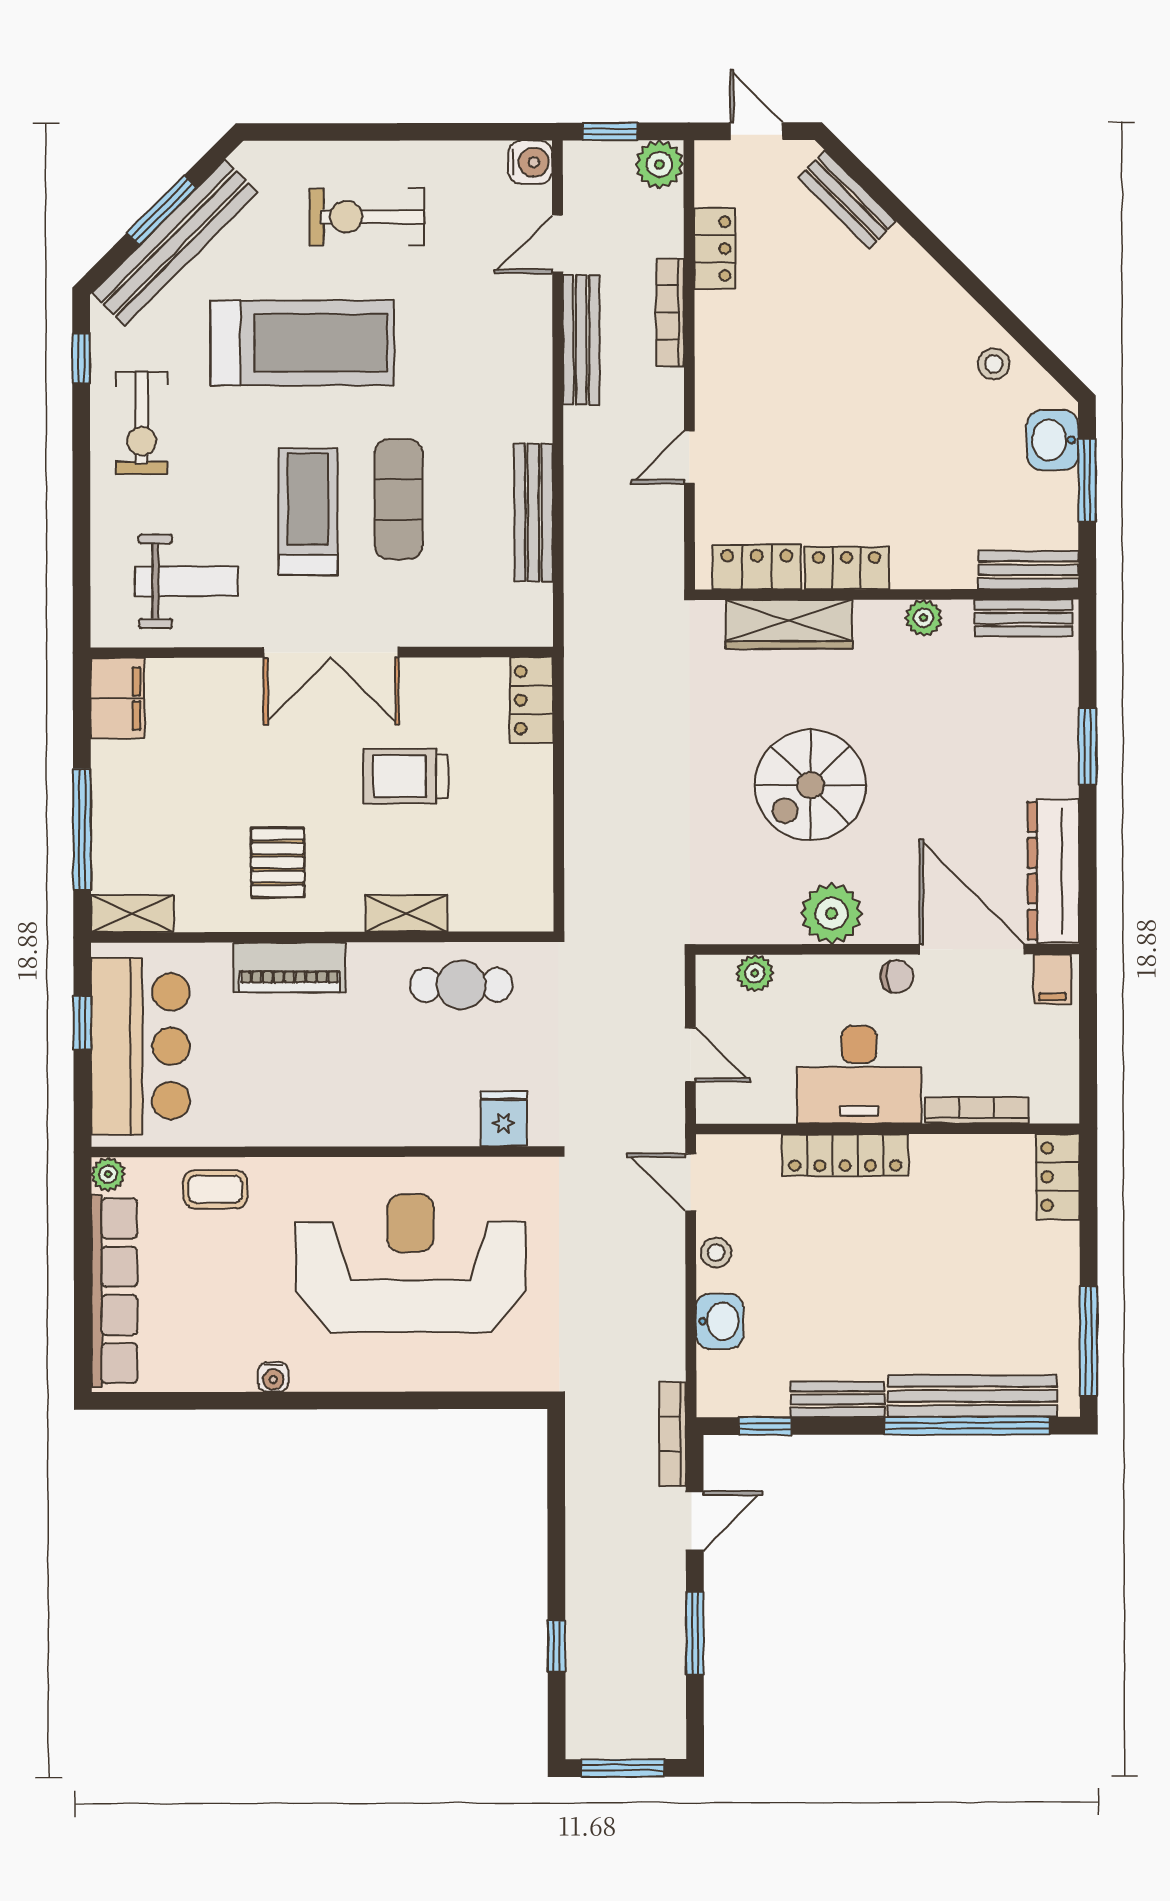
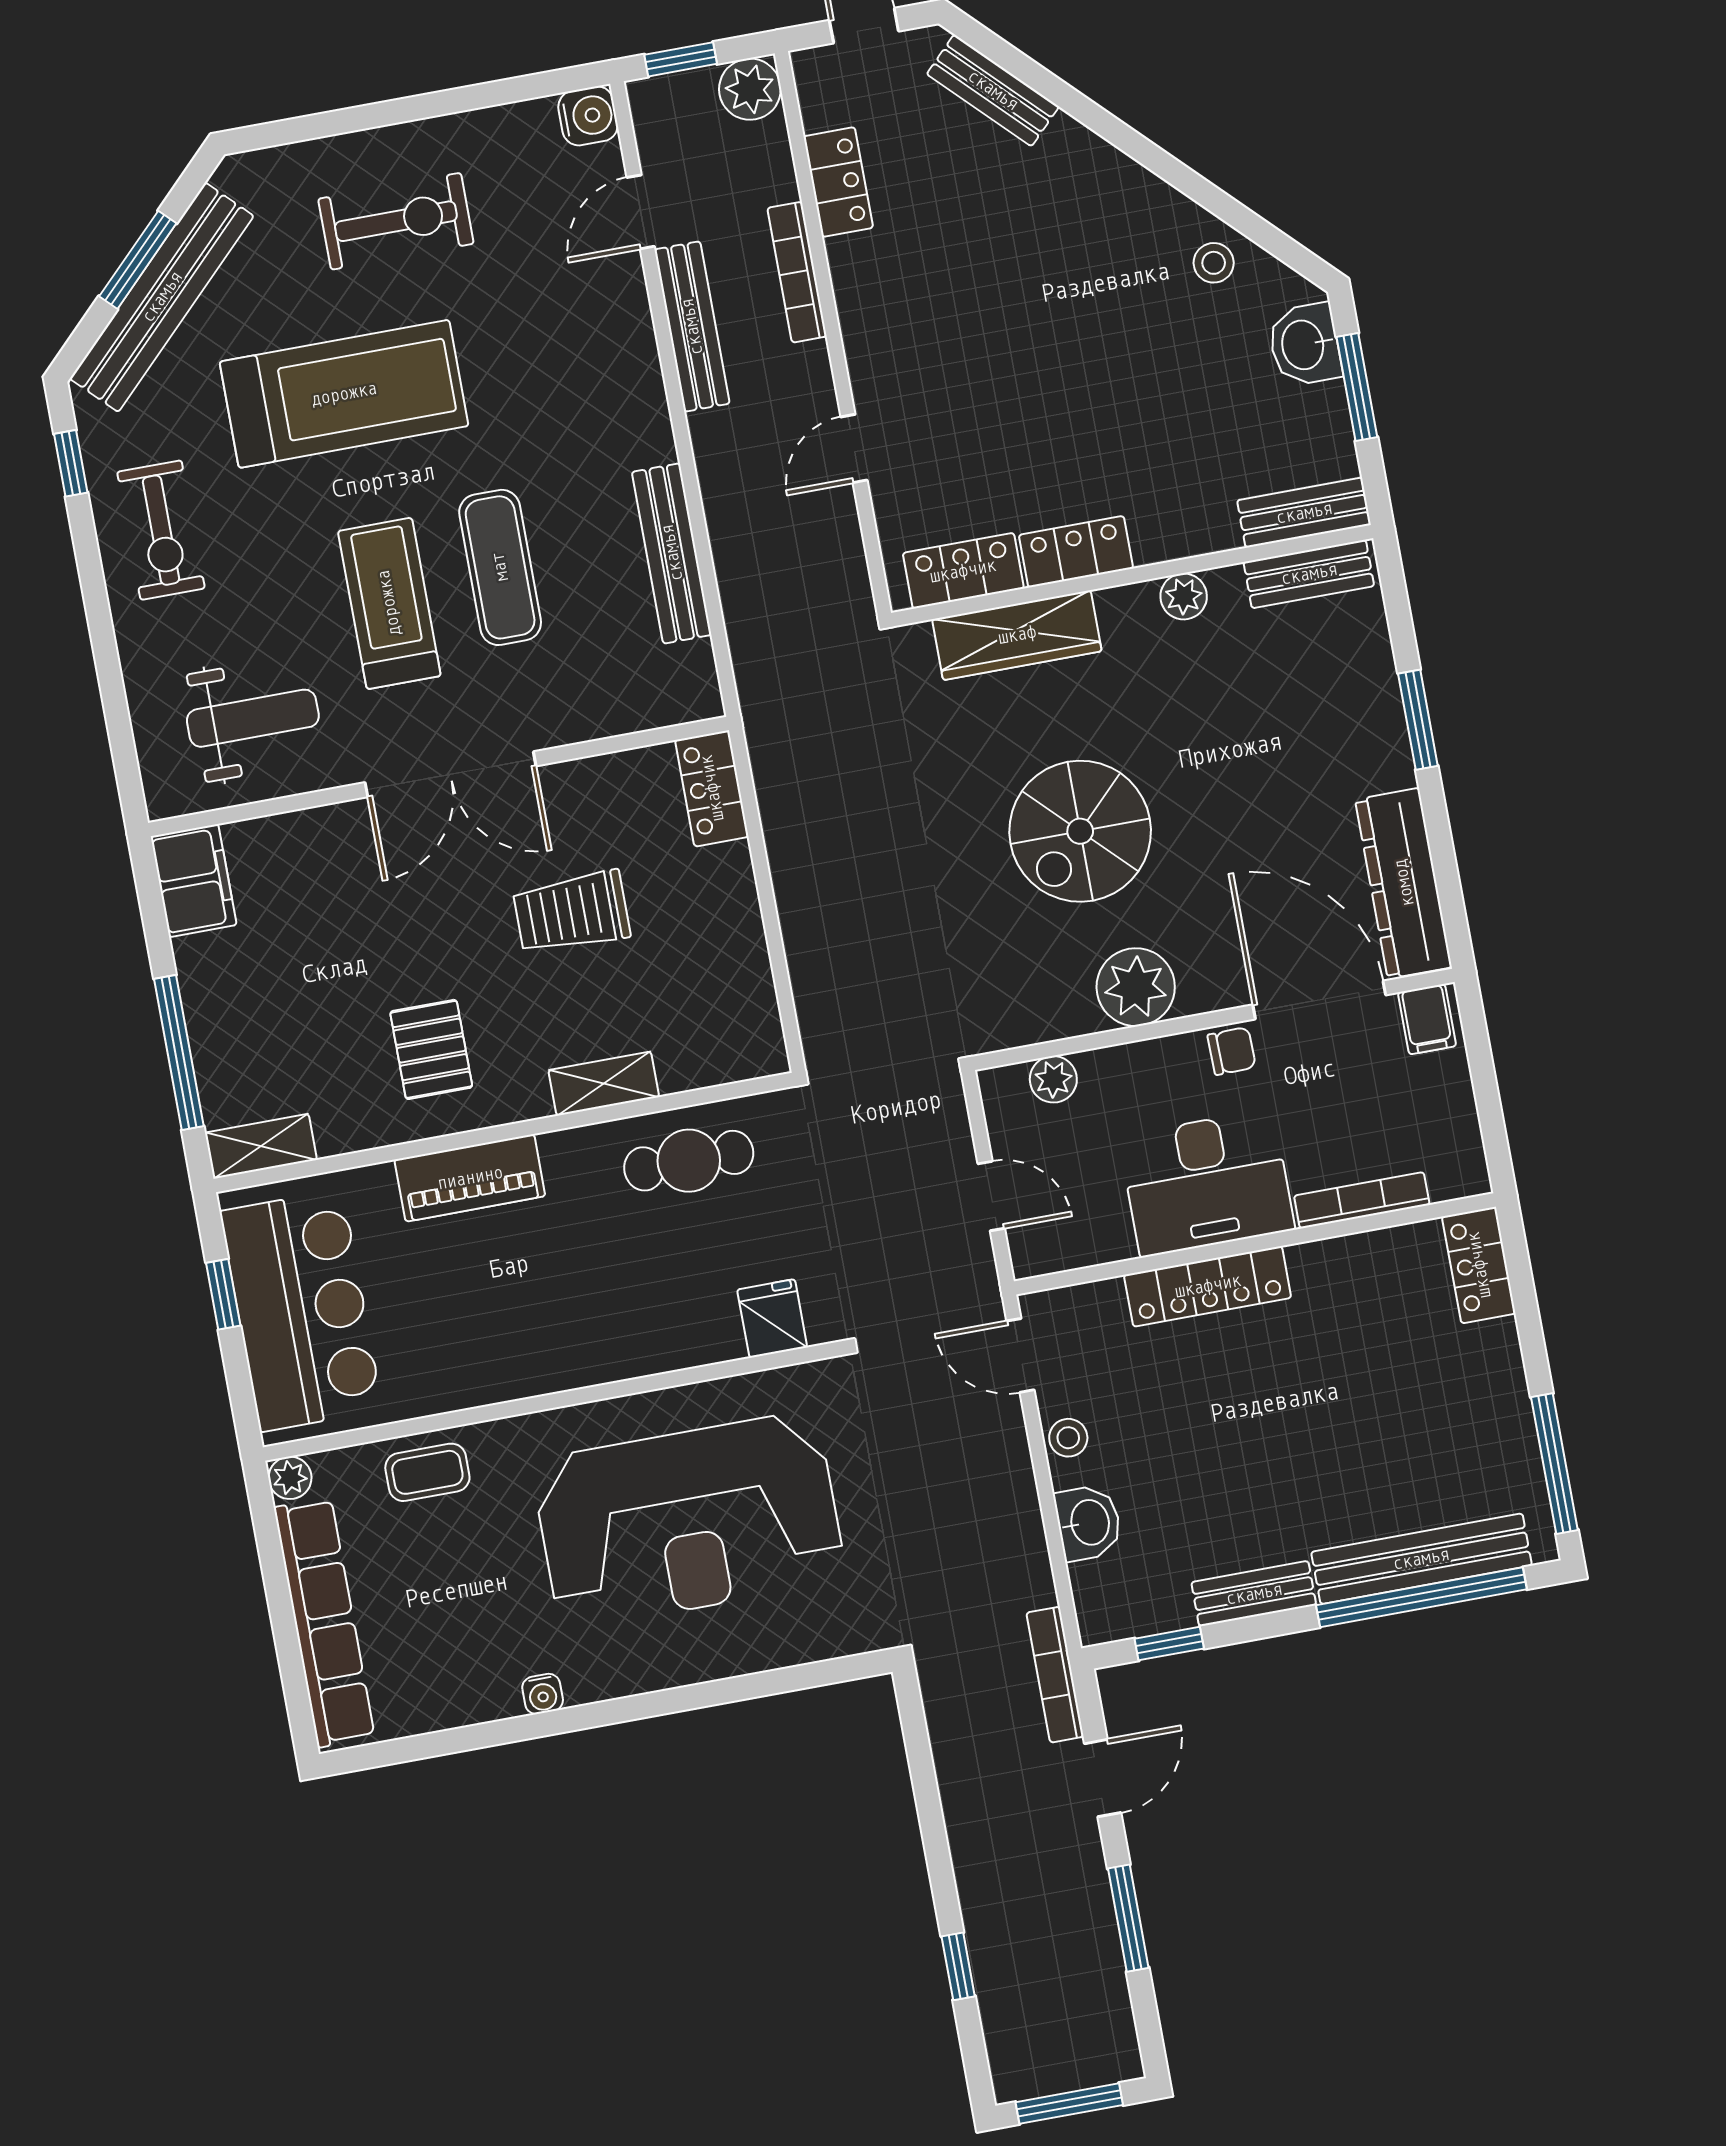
exercise bike: (367, 217) -> (396, 221), turned 180
reception desk: (411, 1263) -> (689, 1520), turned 180

